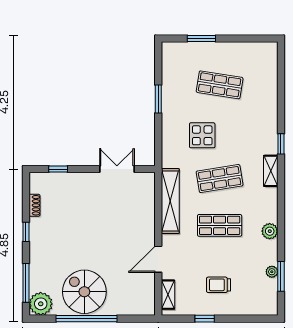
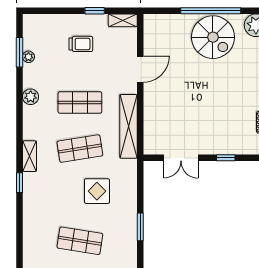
window: (58, 169) -> (226, 158), moved
shelving: (168, 295) -> (123, 20), moved, turned 90

